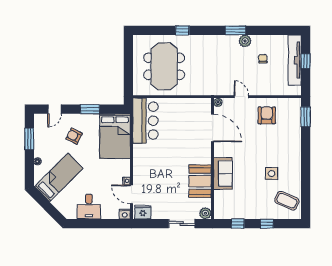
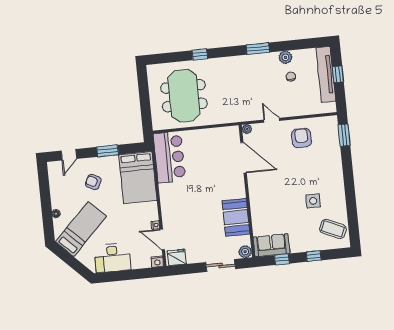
plant: (245, 41) -> (285, 57), moved
window: (29, 139) -> (45, 190), removed
sofa: (223, 173) -> (271, 245), moved, turned -90
desk: (89, 207) -> (113, 258), width x1.37

